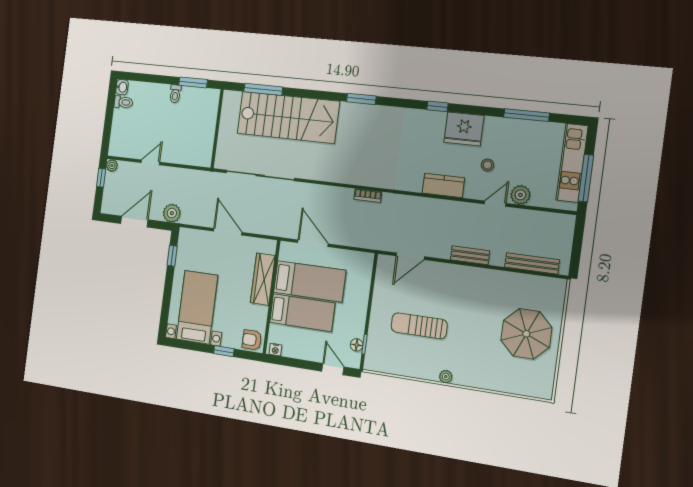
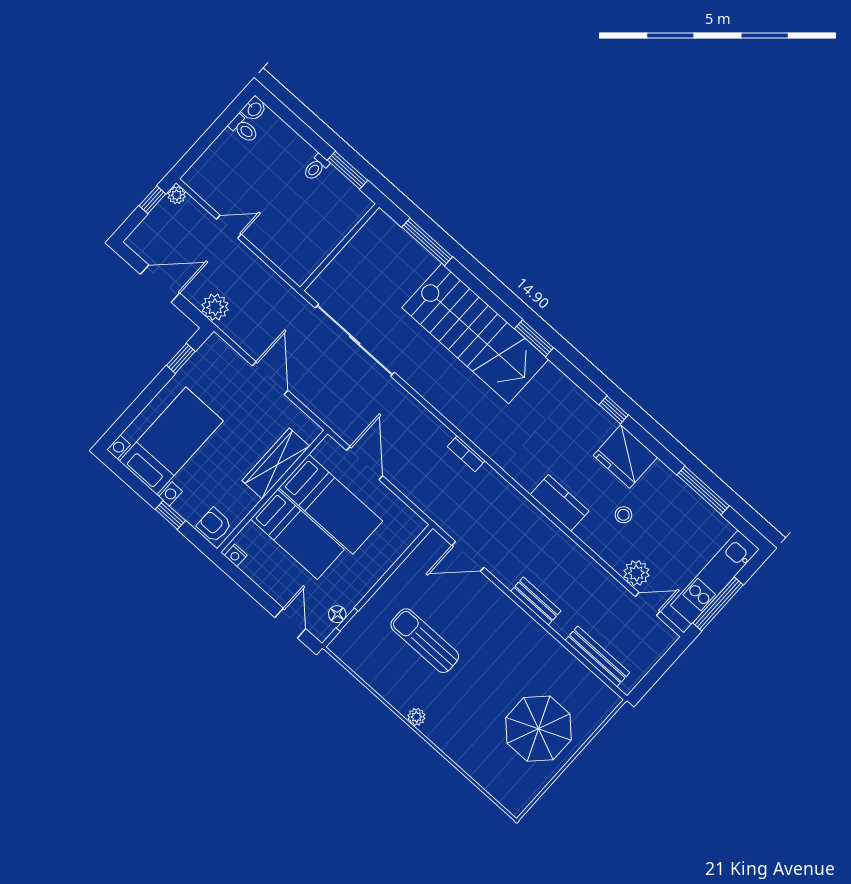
stairs: (288, 117) -> (475, 333), moved
door: (495, 204) -> (648, 604), moved

